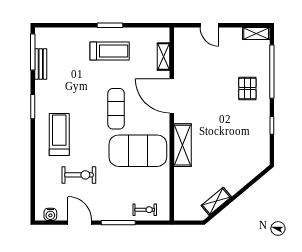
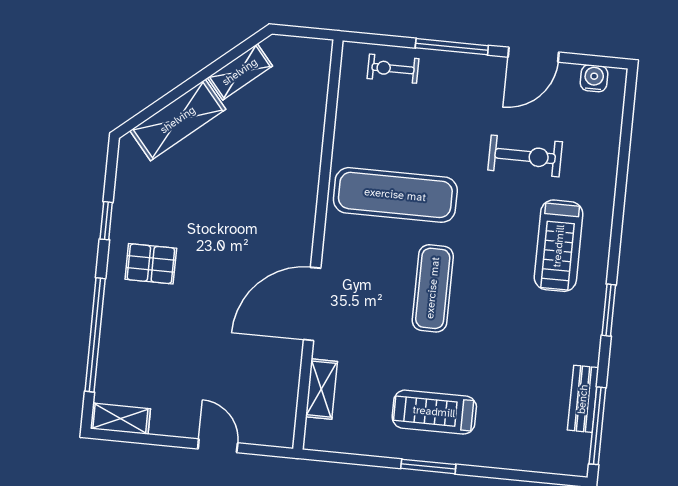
pallet: (247, 88) -> (151, 264), moved, turned 90
door: (172, 96) -> (312, 304), swing flipped
shelving: (182, 145) -> (178, 120), moved, turned 50
exercise mat: (138, 151) -> (395, 195), width x0.68
exercise bike: (79, 175) -> (525, 156), turned 180
door: (80, 223) -> (533, 55), hinge flipped

